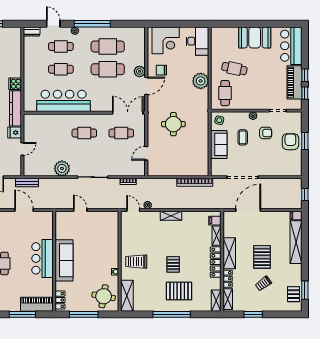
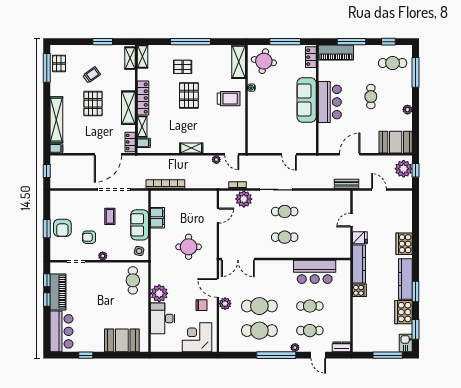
window: (269, 24) -> (86, 355), added
booth: (255, 37) -> (122, 340), moved
desk: (197, 41) -> (163, 318), moved
cafe table: (234, 69) -> (123, 307), removed
door: (146, 86) -> (218, 288), hinge flipped
bar counter: (64, 101) -> (315, 272), width x0.73
cafe table: (121, 133) -> (285, 211), moved
coffee table: (243, 137) -> (110, 216), moved
filing cabinet: (202, 151) -> (157, 218), added
plant: (62, 168) -> (244, 199), moved
door: (24, 210) -> (350, 154), swing flipped
pallet: (173, 264) -> (189, 95), width x1.50, depth x1.42
locker: (228, 279) -> (130, 142), moved
window: (305, 290) -> (47, 68), width x1.44
pallet: (179, 291) -> (183, 67), width x0.67, depth x0.71

